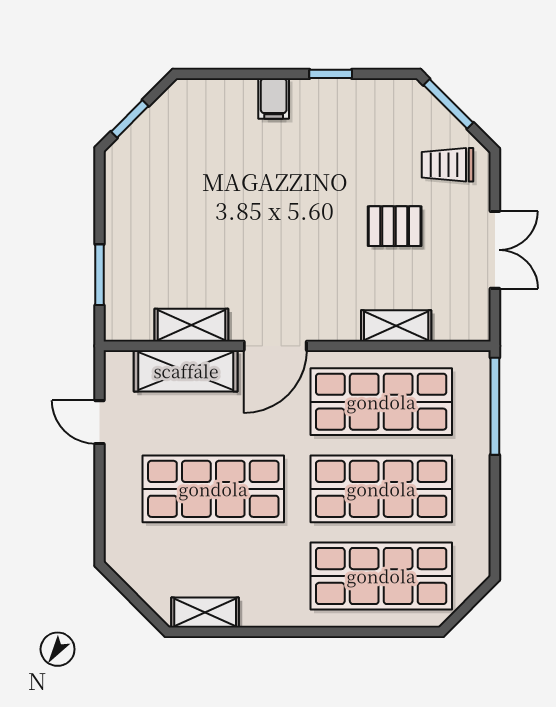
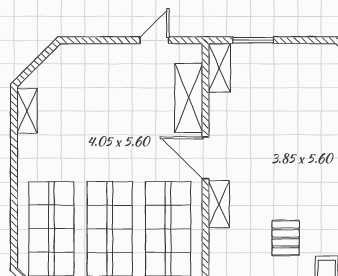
shelving: (191, 325) -> (219, 68), moved
shelving: (396, 326) -> (219, 204), moved
shop shelf: (213, 489) -> (110, 116), removed

